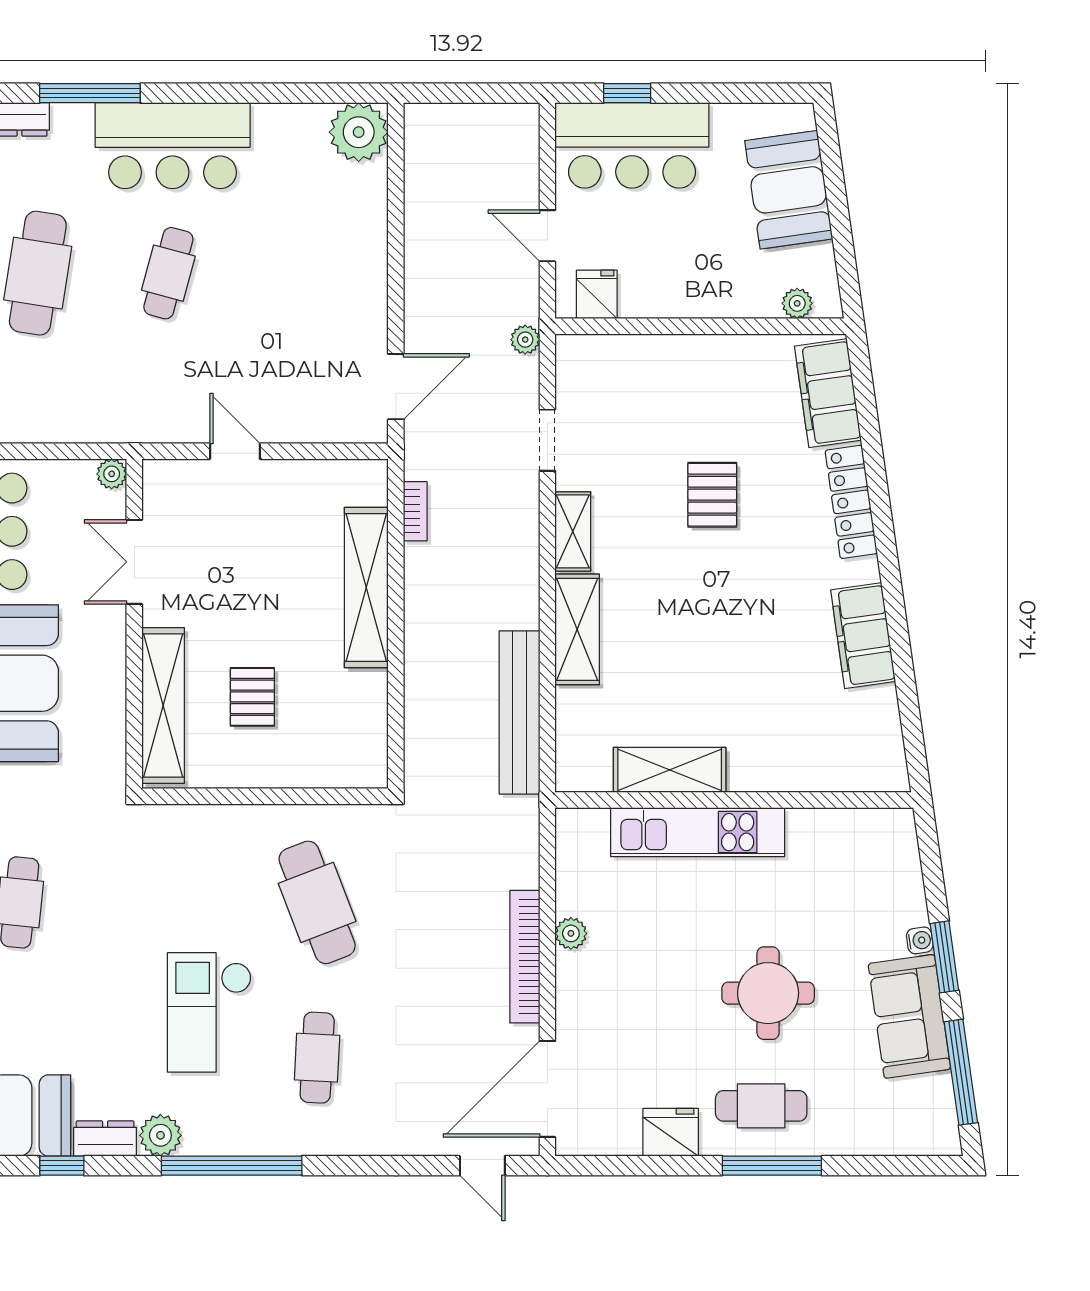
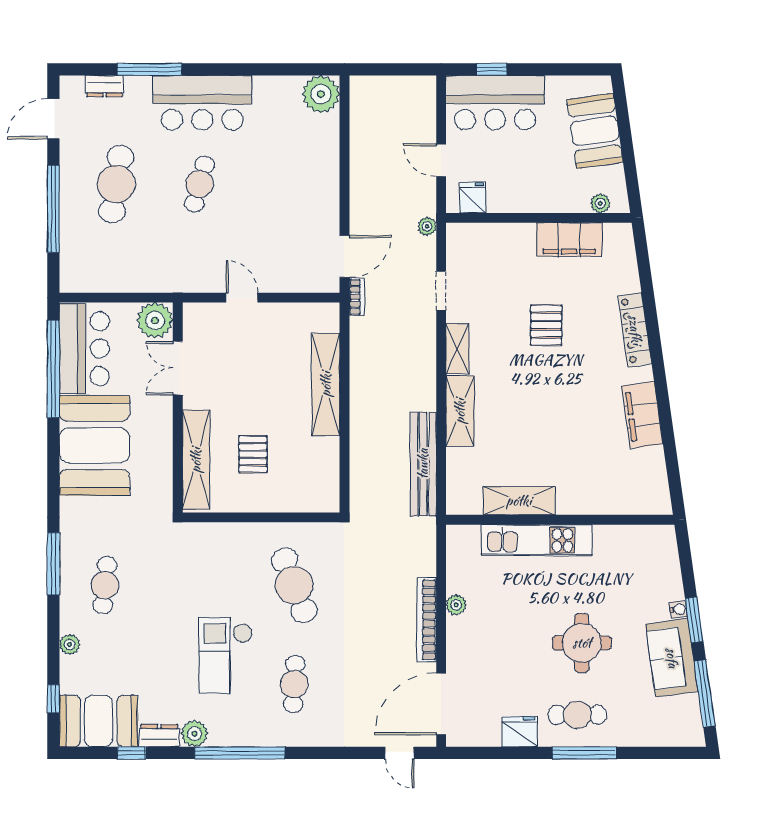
filing cabinet: (828, 393) -> (569, 240), moved, turned -82
plant: (112, 474) -> (155, 320), width x1.87, depth x1.87
bookcase: (415, 511) -> (357, 297), moved

